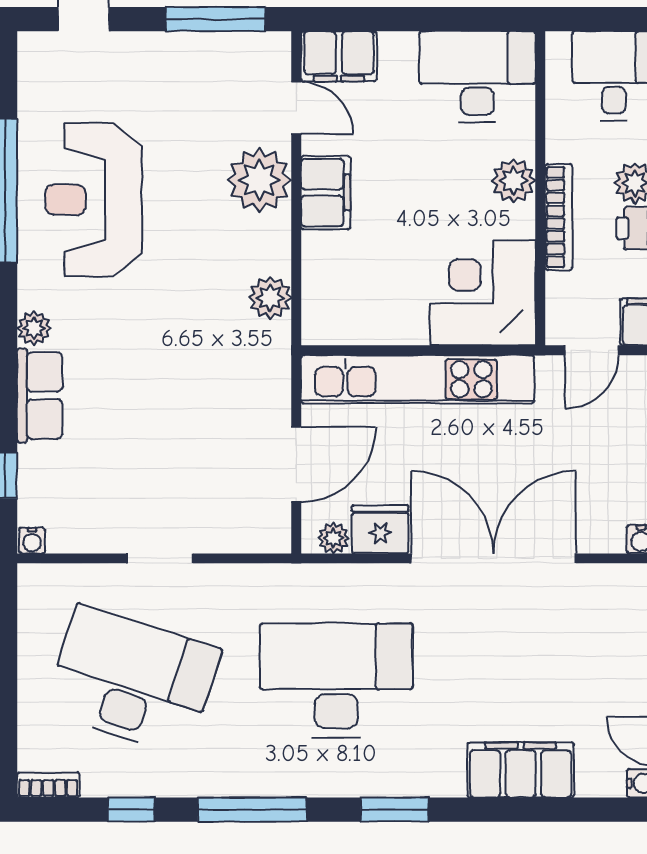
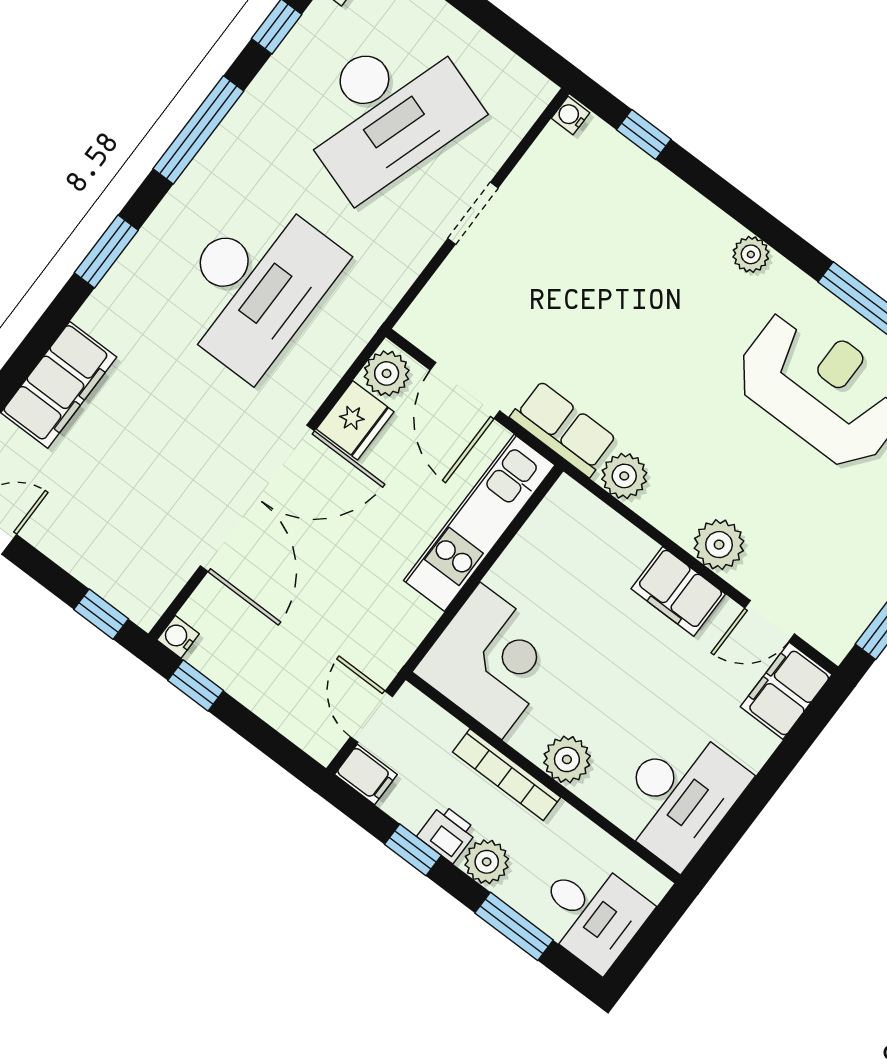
plant: (259, 180) -> (719, 545), width x0.73, depth x0.73
kitchen unit: (418, 379) -> (479, 523), width x0.73
row of seats: (40, 396) -> (564, 428), moved, turned 180
plant: (333, 538) -> (387, 373), width x1.38, depth x1.38

